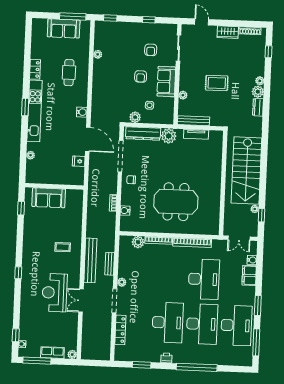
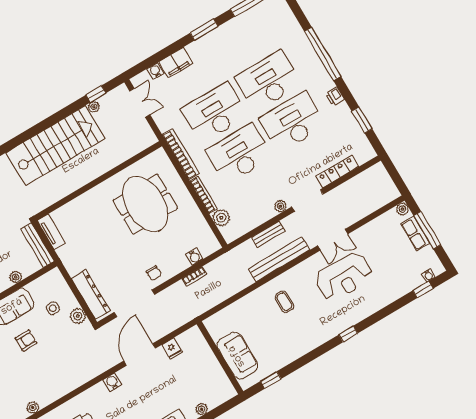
plant: (169, 136) -> (74, 263), removed
wall: (223, 183) -> (98, 181), moved
desk: (236, 325) -> (239, 154), moved
window: (37, 361) -> (427, 230), moved

